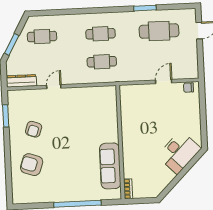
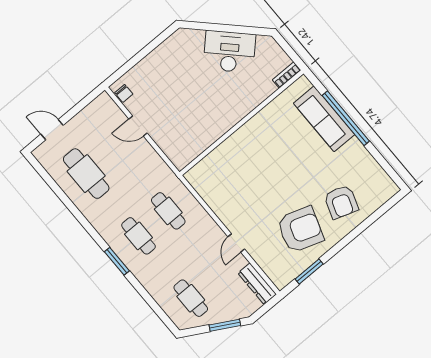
window: (145, 8) -> (117, 261), moved
door: (54, 87) -> (236, 243), hinge flipped
armchair: (34, 129) -> (300, 230), width x1.88, depth x1.88
desk: (179, 152) -> (229, 52), moved
sofa: (110, 166) -> (324, 119), moved, turned 90

